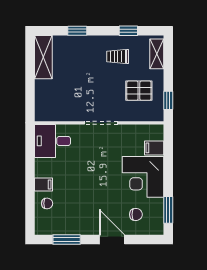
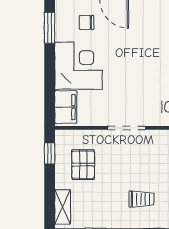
trolley: (118, 56) -> (142, 199), moved
pallet: (139, 91) -> (83, 165), turned 90
filing cabinet: (154, 148) -> (66, 107), width x2.00

